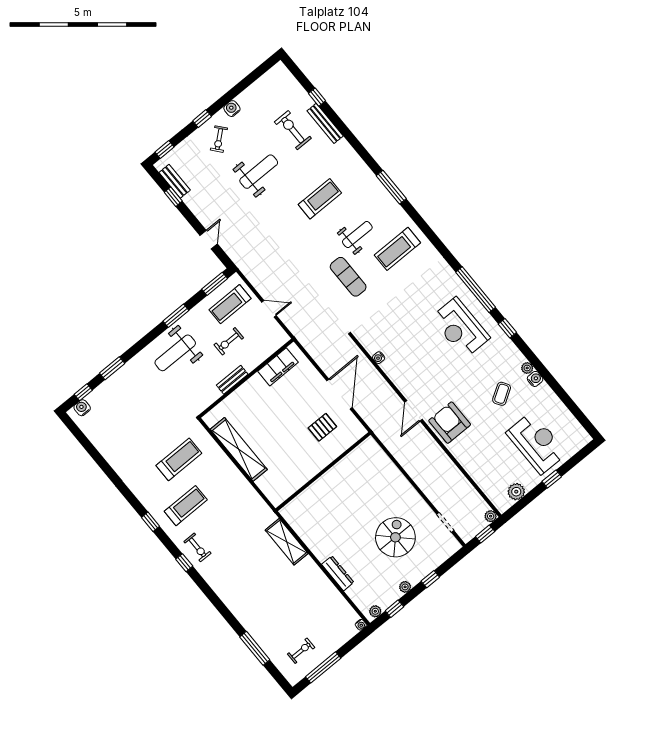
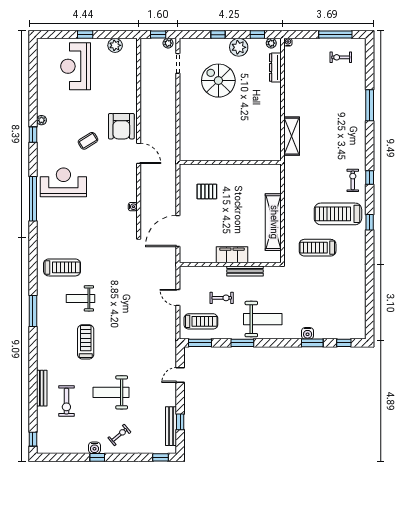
window: (317, 97) -> (33, 439), moved
window: (202, 119) -> (97, 457), moved
bench: (175, 181) -> (171, 426), width x1.36
treadmill: (320, 199) -> (86, 342), turned 90
exercise mat: (348, 277) -> (109, 276), removed
reception desk: (460, 328) -> (63, 182), turned -90
window: (507, 328) -> (33, 135), moved
filing cabinet: (278, 367) -> (232, 255), moved
water cooler: (535, 379) -> (42, 109), removed
bench: (232, 380) -> (245, 271), width x1.36
door: (339, 394) -> (178, 231), moved
coffee table: (502, 394) -> (88, 141), moved
water cooler: (82, 408) -> (308, 333), moved
door: (414, 411) -> (139, 153), hinge flipped
treadmill: (186, 506) -> (338, 214), width x1.37, depth x1.38
plant: (491, 516) -> (168, 43), moved
spiral stairs: (395, 537) -> (218, 81), turned 90
dresser: (338, 573) -> (275, 67), moved
plant: (405, 587) -> (239, 47), width x1.88, depth x1.88
window: (255, 648) -> (370, 105), moved

